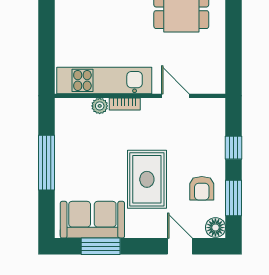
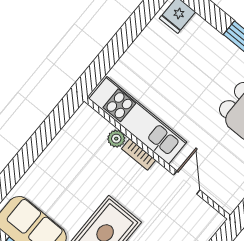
window: (46, 163) -> (32, 149), removed

